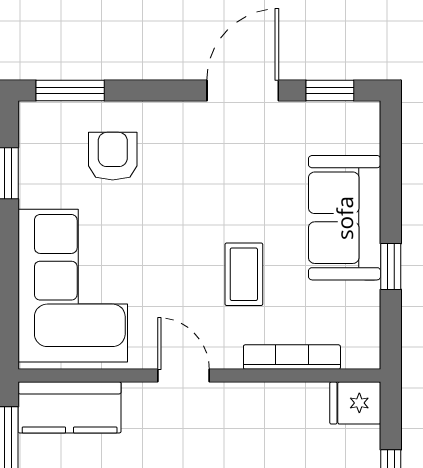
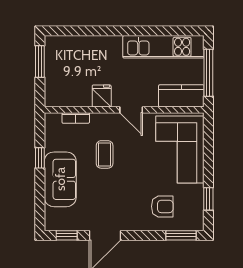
armchair: (113, 156) -> (162, 206), turned -90
bookcase: (292, 357) -> (76, 118), width x0.64
fridge: (355, 403) -> (102, 96), moved, turned -90

